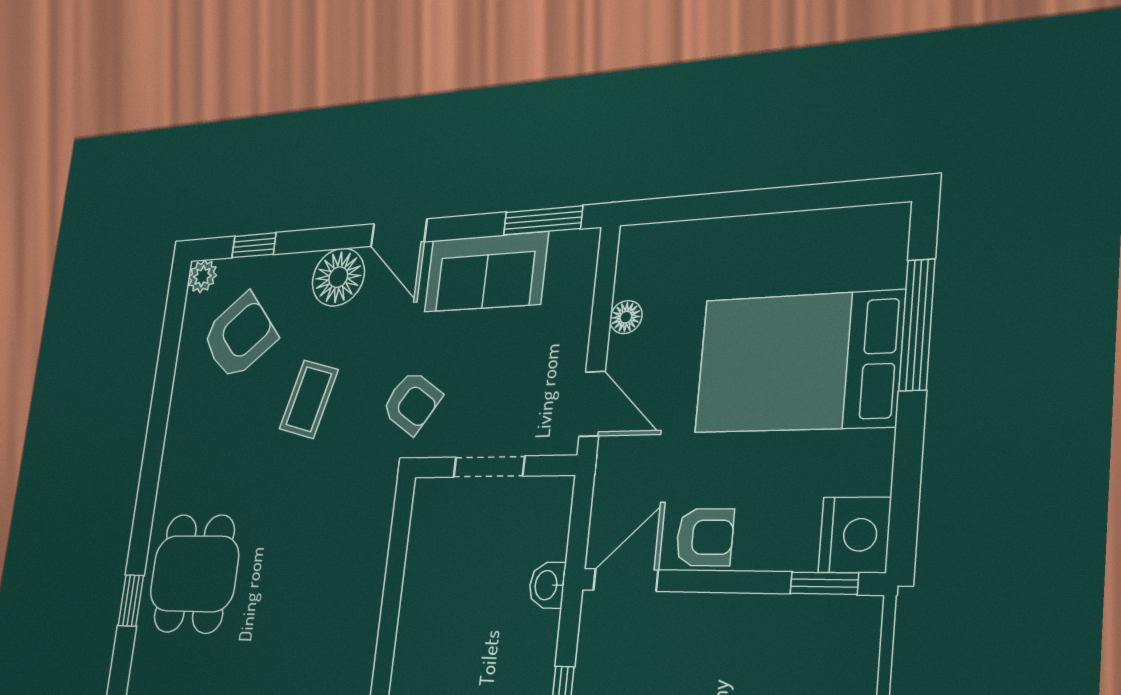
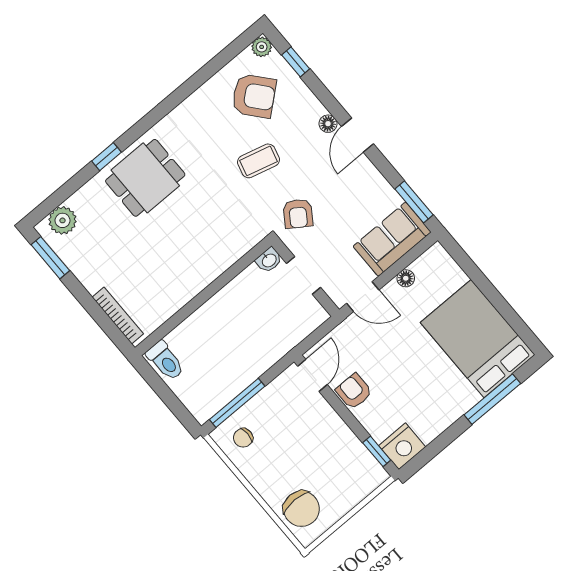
sofa: (486, 272) -> (392, 239), moved, turned 90
floor lamp: (338, 277) -> (328, 124), width x0.53, depth x0.53
bed: (799, 362) -> (478, 339), moved
door: (592, 404) -> (363, 297), hinge flipped
armchair: (705, 537) -> (354, 391), turned 180
door: (626, 580) -> (312, 375), hinge flipped
washbasin: (547, 585) -> (269, 260), moved, turned 180

